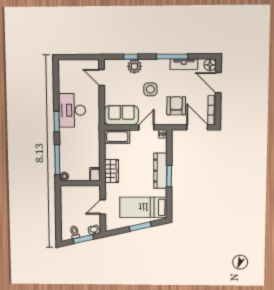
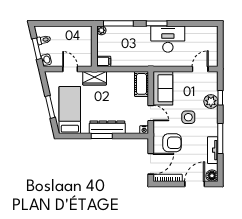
wardrobe: (112, 171) -> (95, 78), moved

